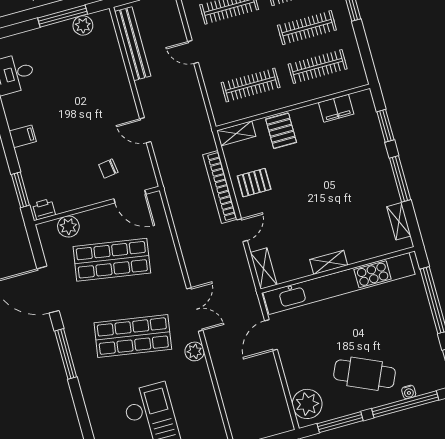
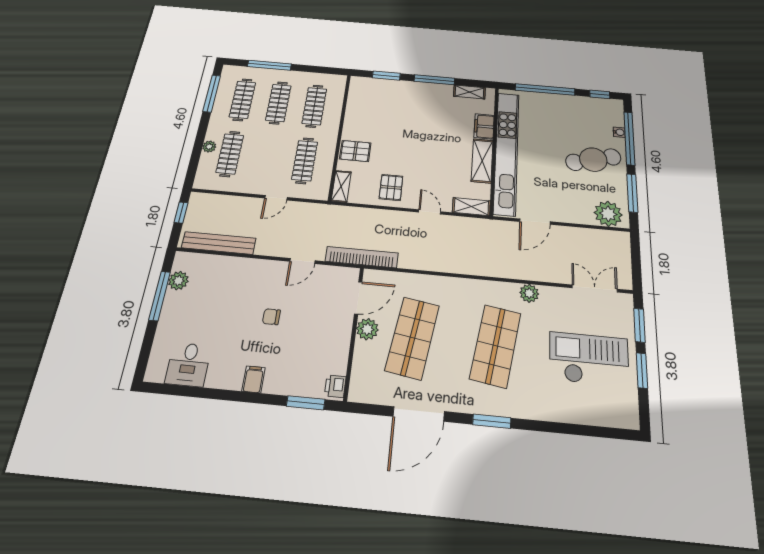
door: (193, 52) -> (276, 198), moved
filing cabinet: (336, 108) -> (484, 126), moved, turned 180
chair: (108, 168) -> (271, 317), moved, turned 98
bookcase: (220, 187) -> (362, 257), moved, turned 180
plant: (68, 226) -> (367, 329), moved
shelving: (329, 262) -> (482, 161), width x1.50, depth x1.33
double door: (195, 310) -> (595, 288), moved
door: (271, 335) -> (535, 222), hinge flipped
window: (66, 354) -> (492, 421), width x0.69
cafe table: (365, 374) -> (593, 160), turned 51

